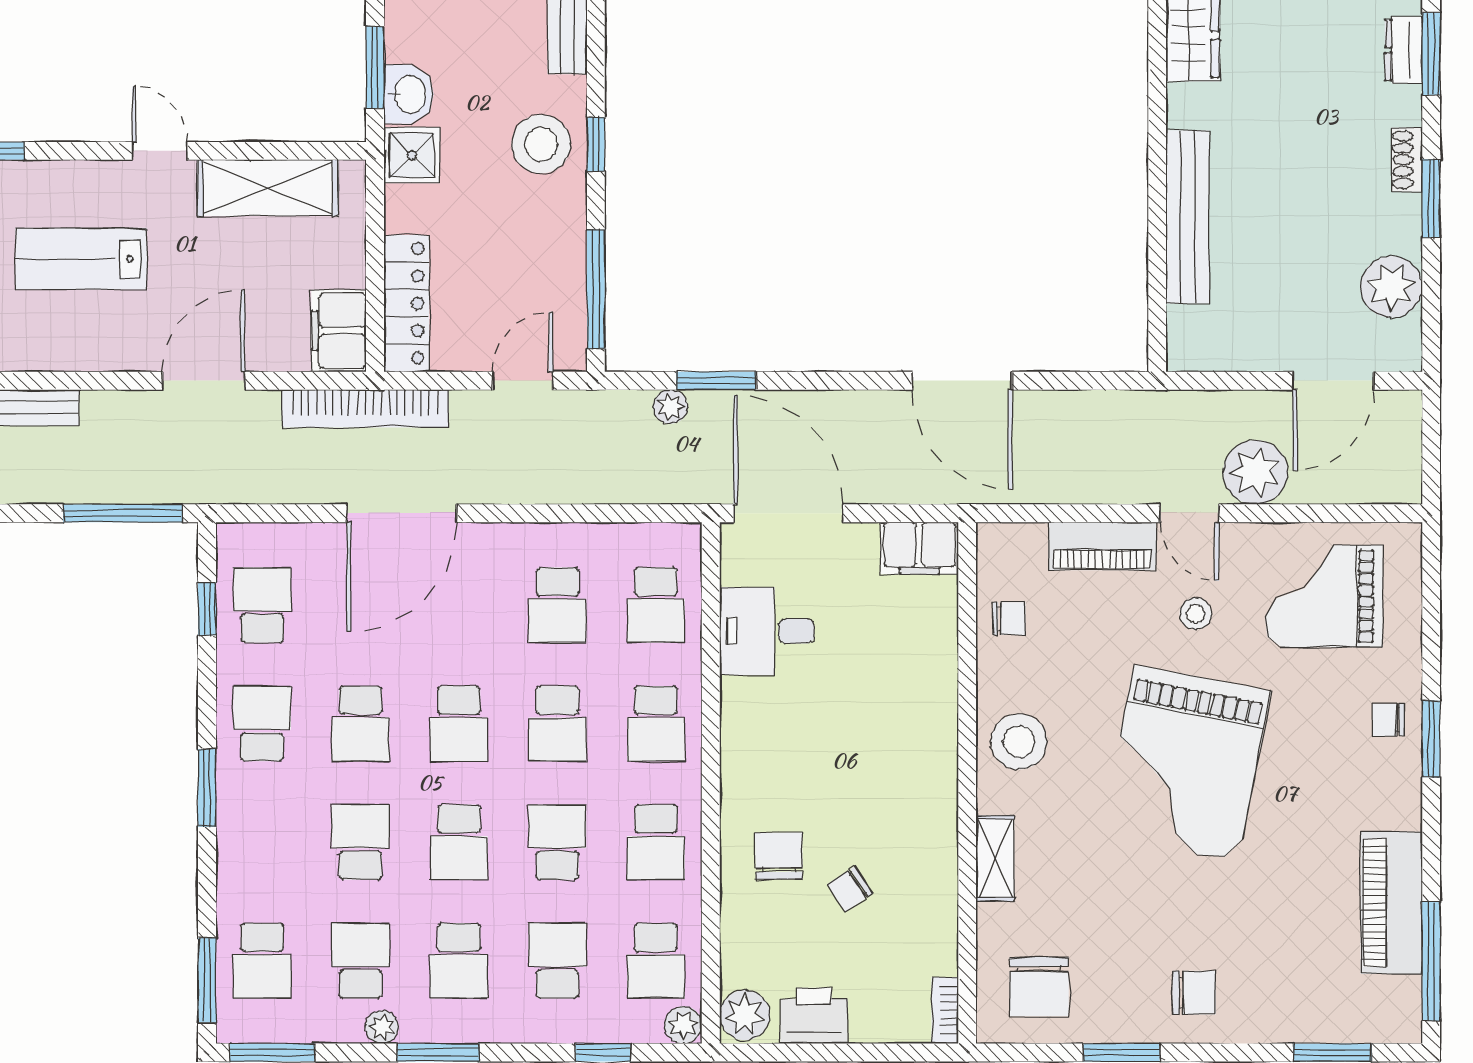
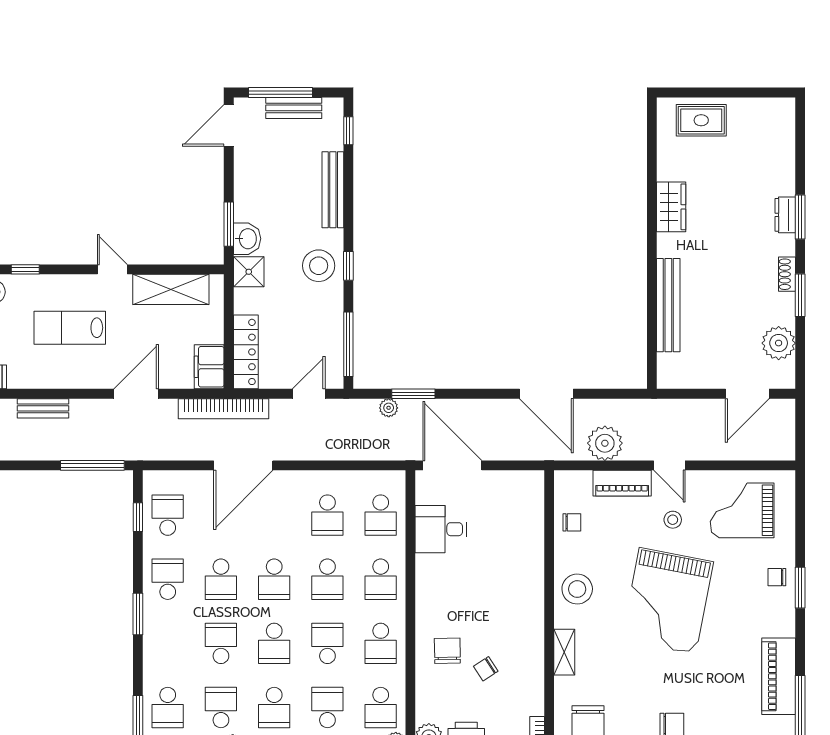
plant: (1255, 472) -> (605, 443), moved
filing cabinet: (919, 548) -> (523, 484), removed

